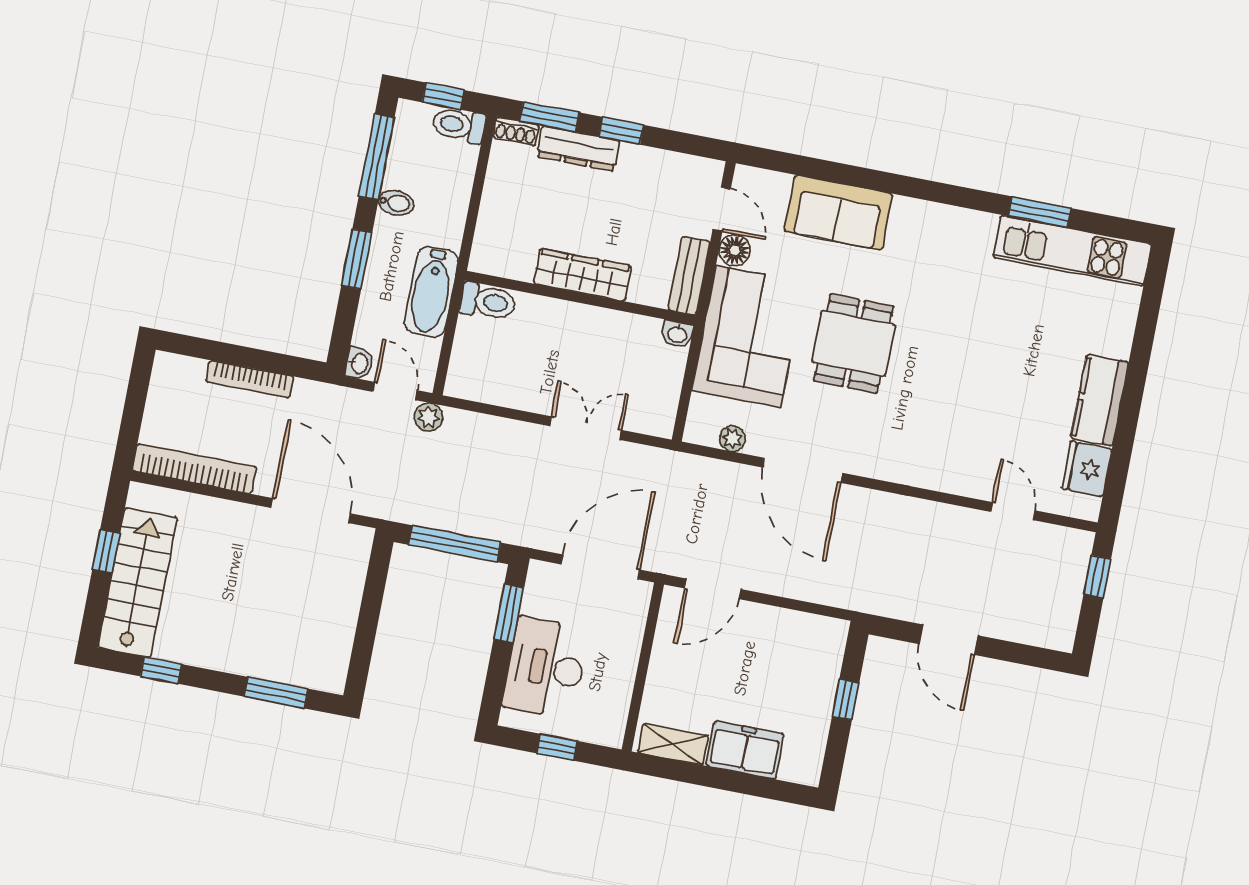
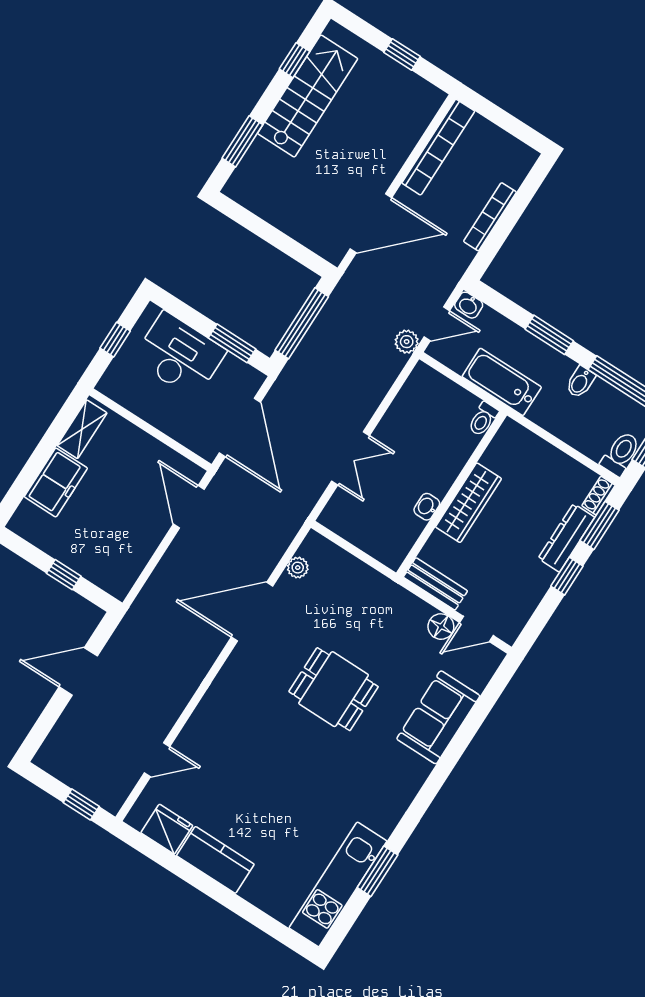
toilet: (488, 302) -> (483, 419), width x0.73, depth x0.72
washbasin: (677, 334) -> (427, 507), moved
corner sofa: (748, 337) -> (371, 611), removed
stairs: (138, 583) -> (308, 96), moved, turned -90

